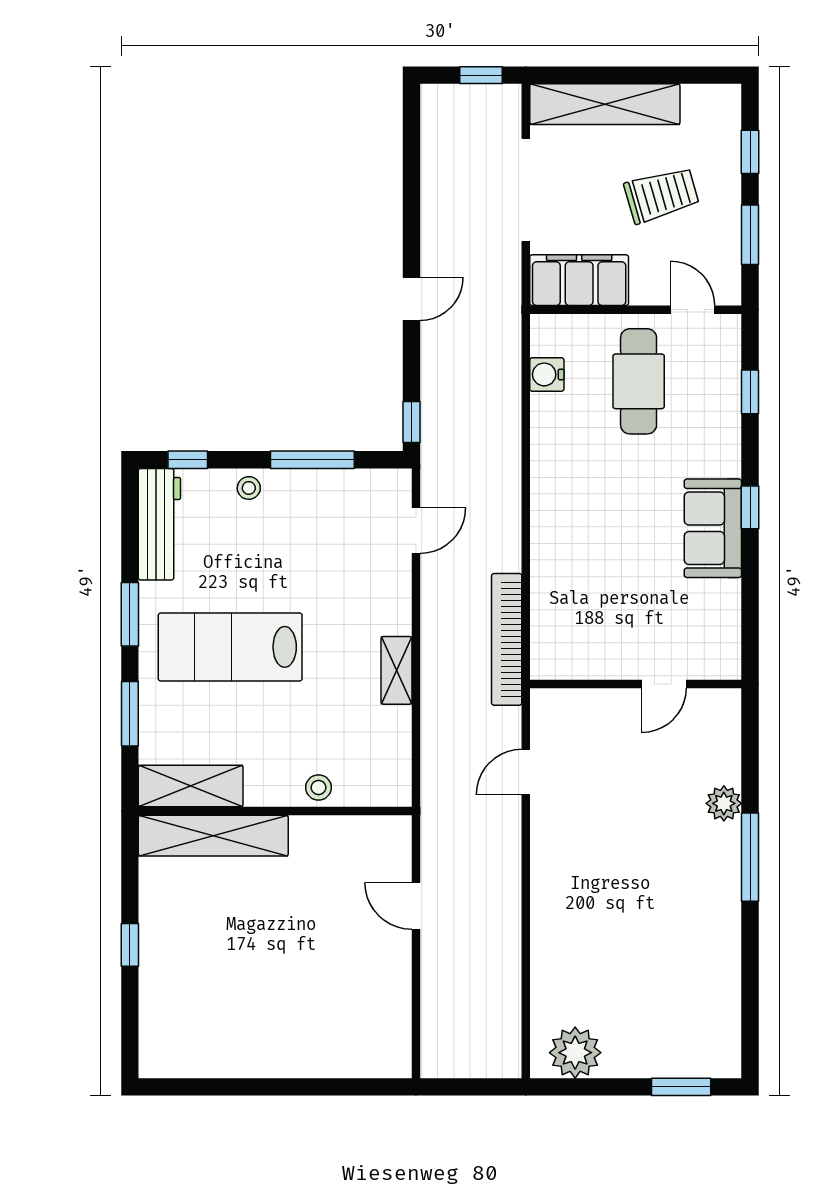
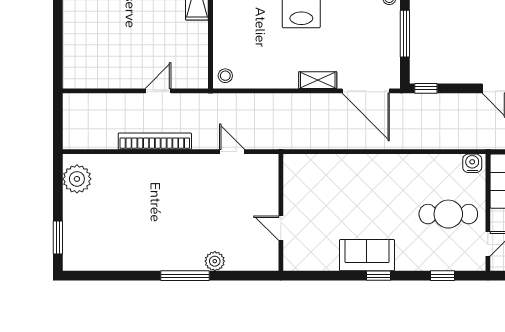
water cooler: (547, 374) -> (472, 163), moved
door: (416, 530) -> (366, 91), width x1.87
bookcase: (507, 639) -> (155, 141), moved
shelving: (397, 670) -> (318, 80), moved
stool: (319, 787) -> (225, 76), moved

